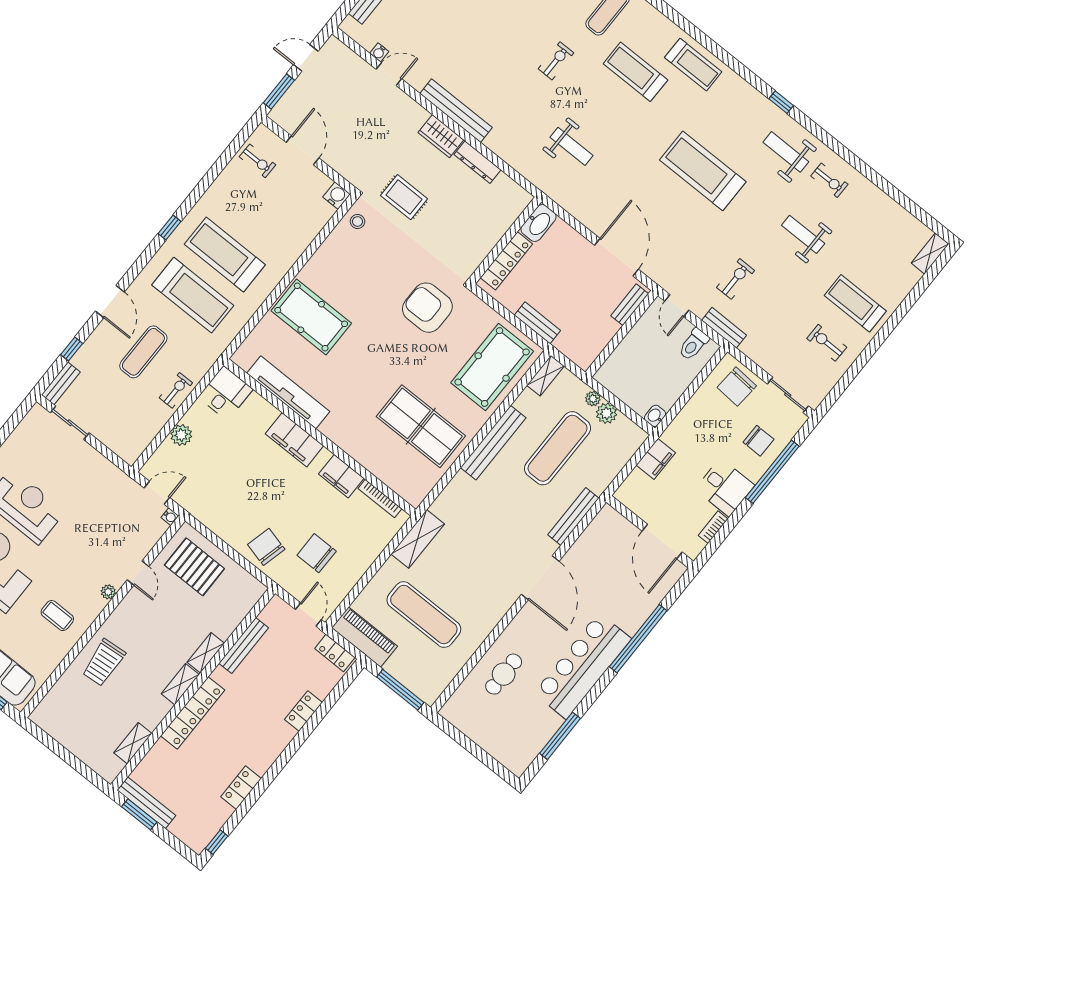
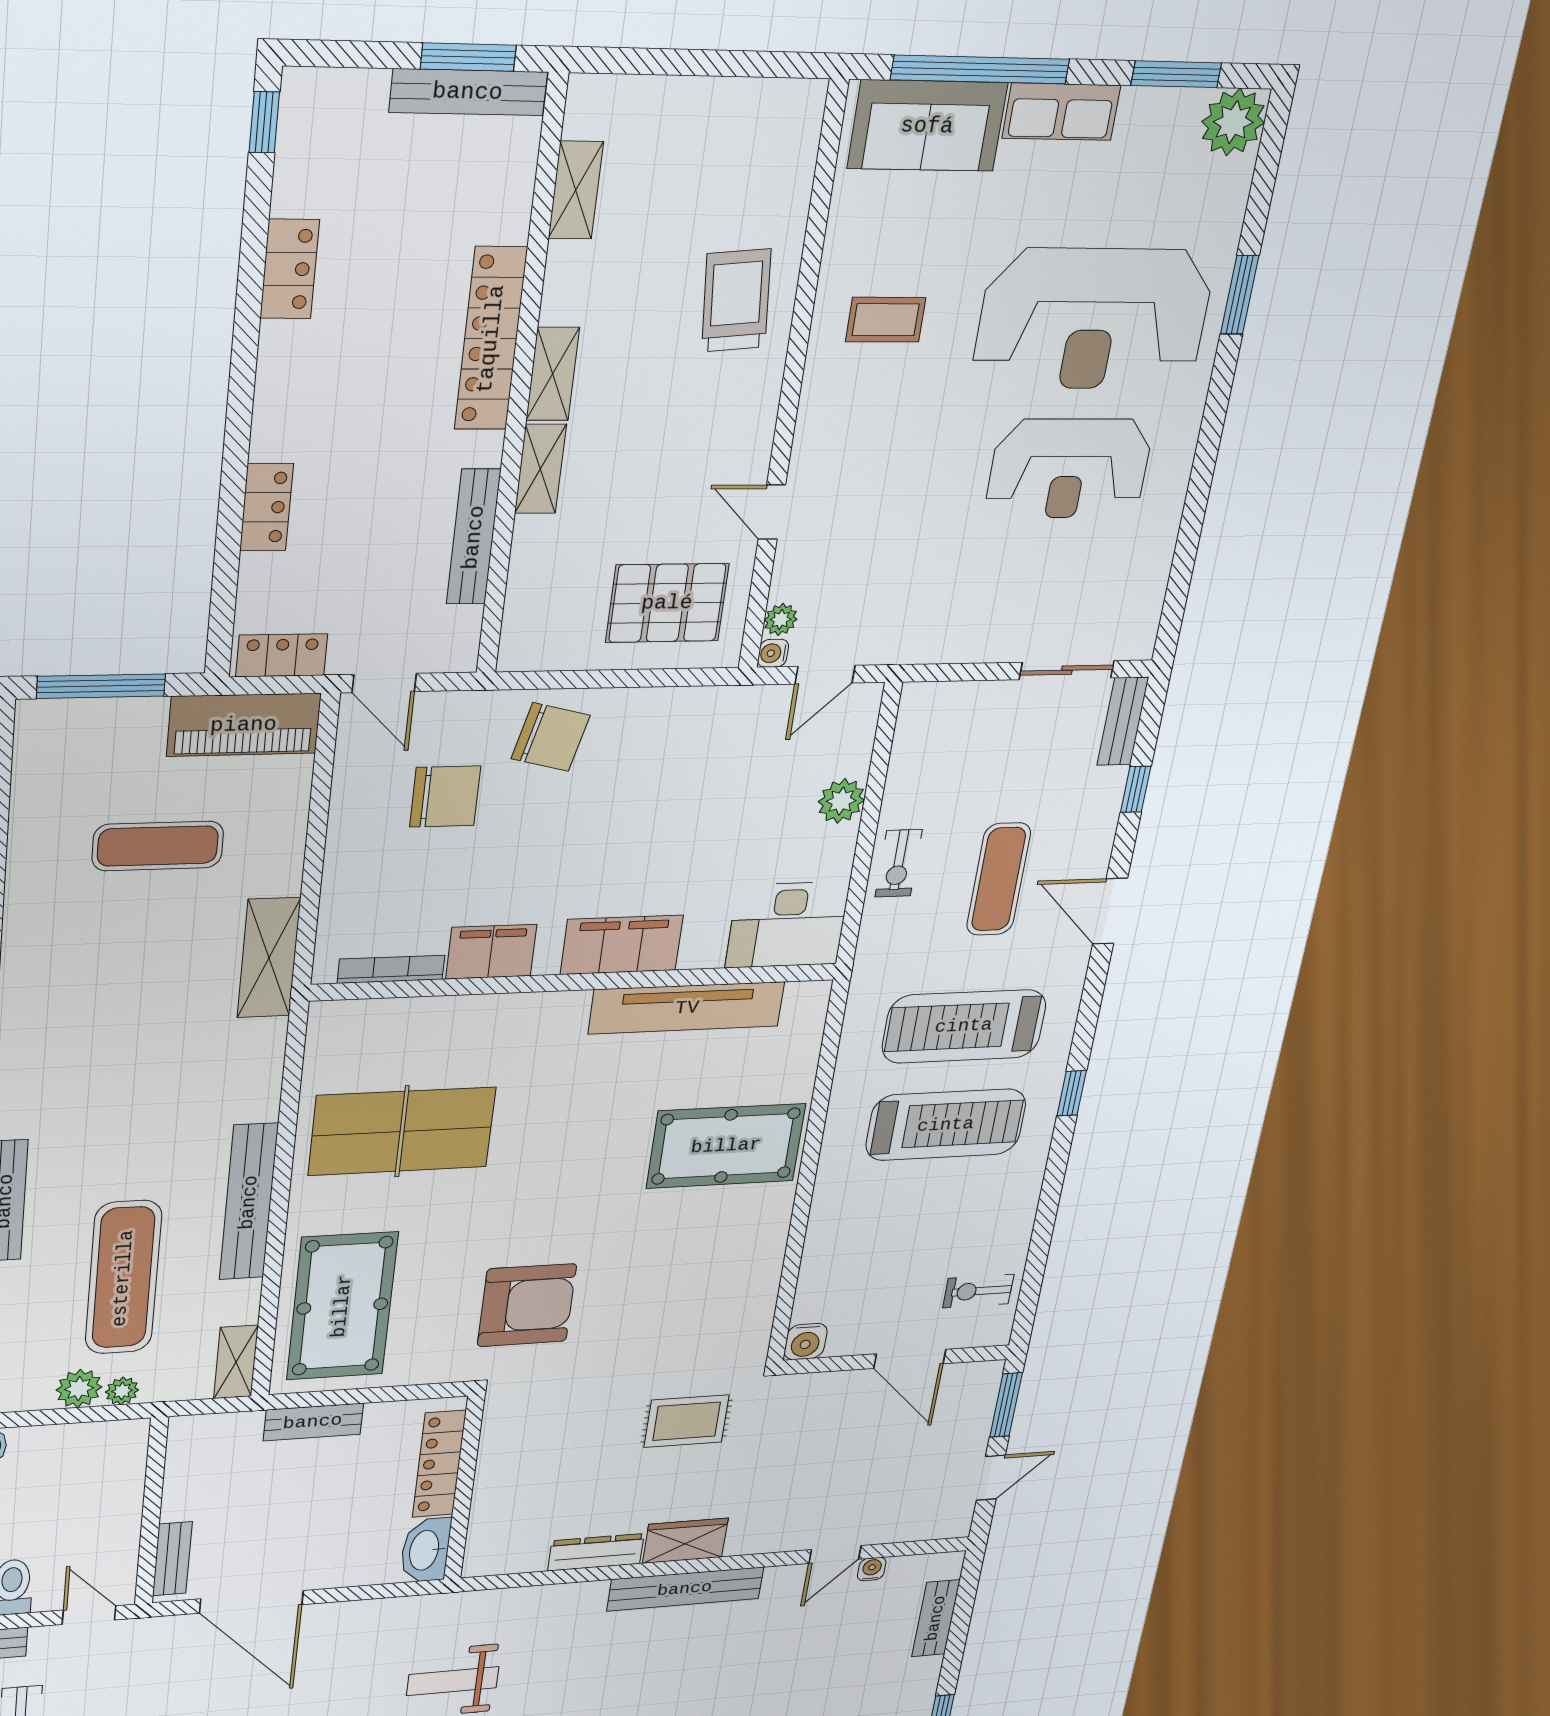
stool: (357, 221) -> (743, 1333), removed
desk: (225, 393) -> (787, 925), width x1.37
plant: (108, 592) -> (781, 620), moved
exercise mat: (424, 615) -> (158, 846), width x0.73, depth x0.69

